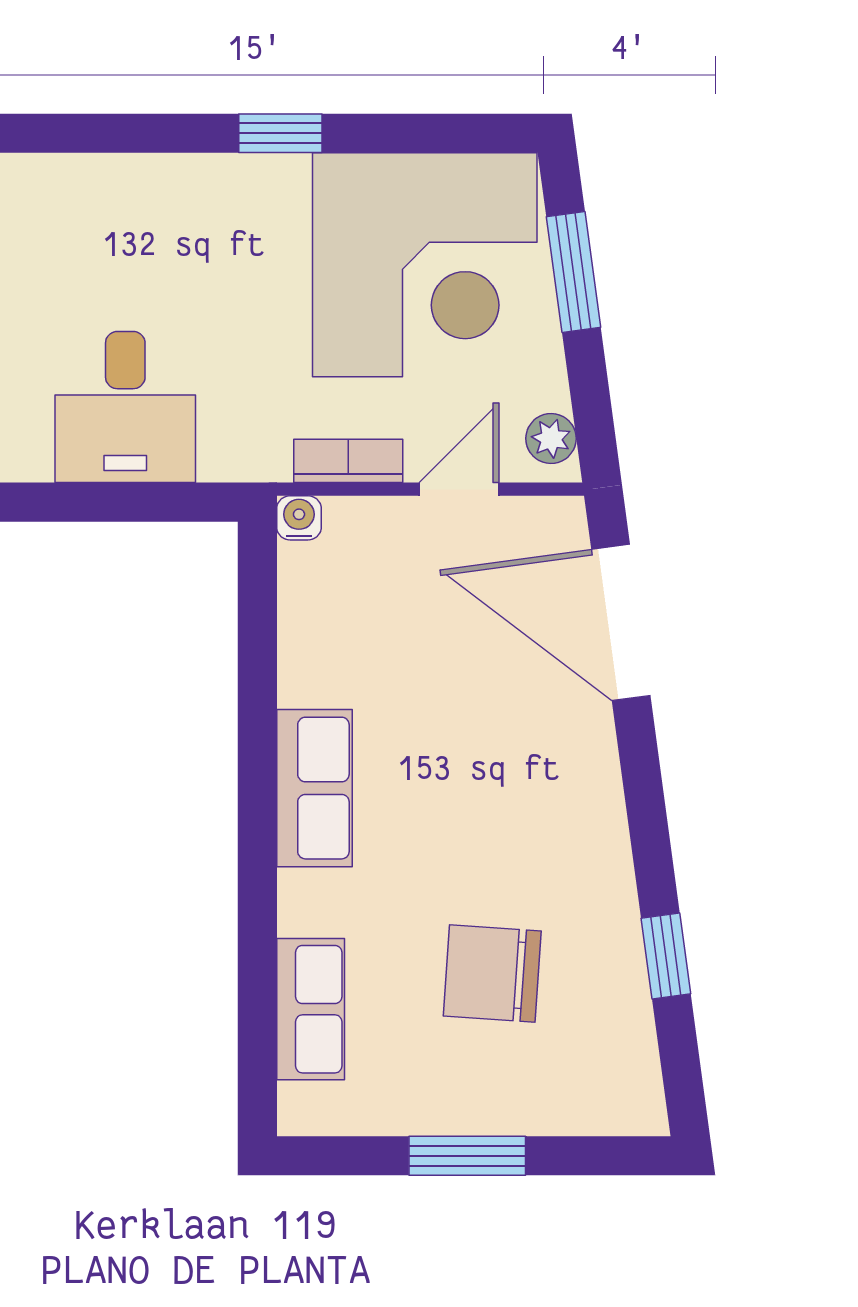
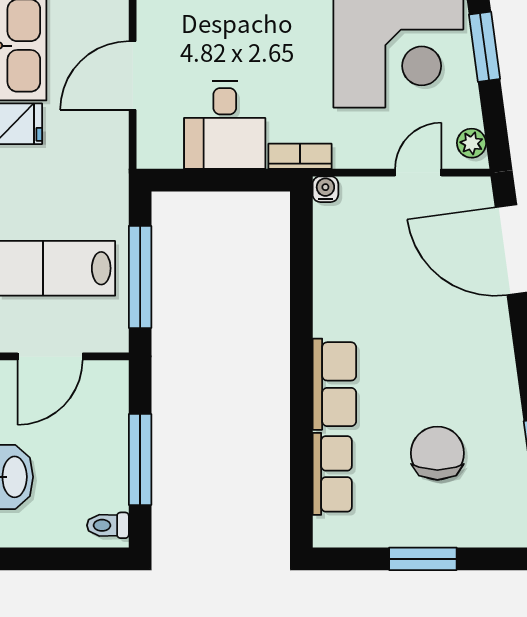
bookcase: (348, 461) -> (300, 156), moved
row of seats: (314, 788) -> (334, 384), moved
chair: (492, 973) -> (437, 453), turned 86

